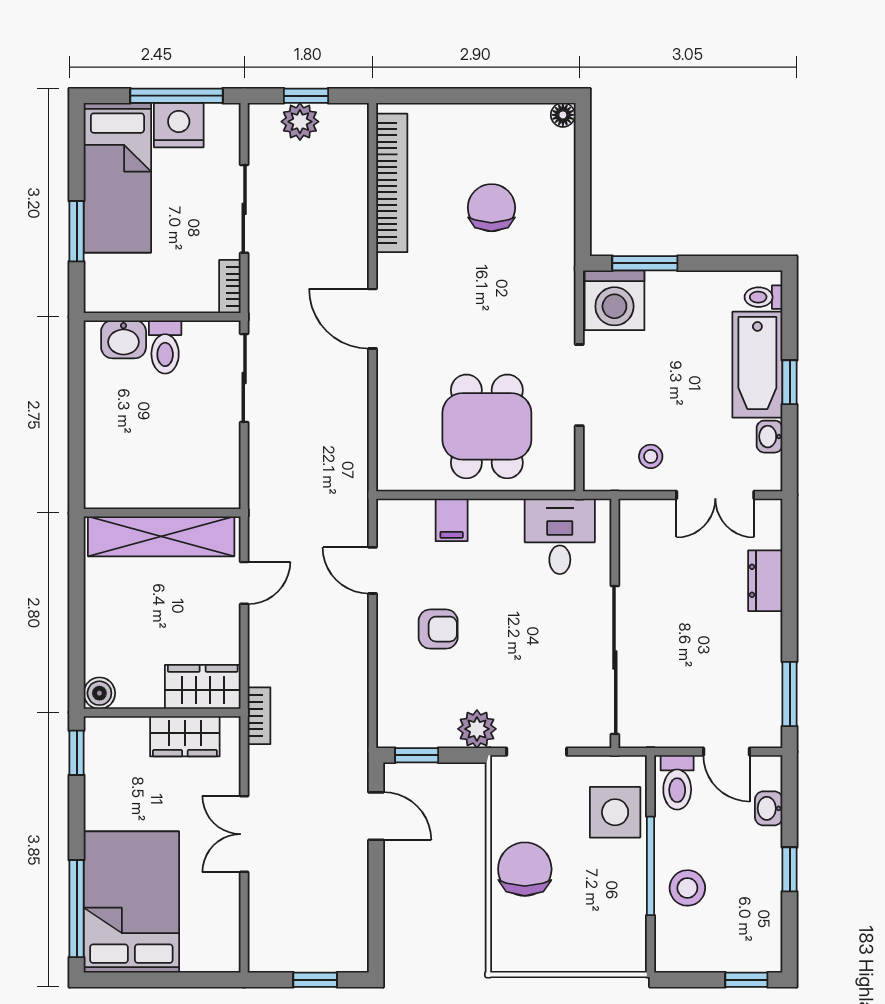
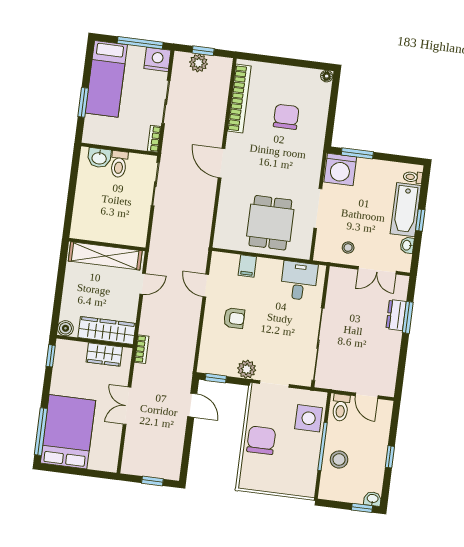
nightstand: (179, 125) -> (157, 59), moved
wardrobe: (203, 687) -> (107, 330), width x1.50
window: (790, 694) -> (408, 317), moved
washbasin: (769, 808) -> (373, 499), moved, turned 90

